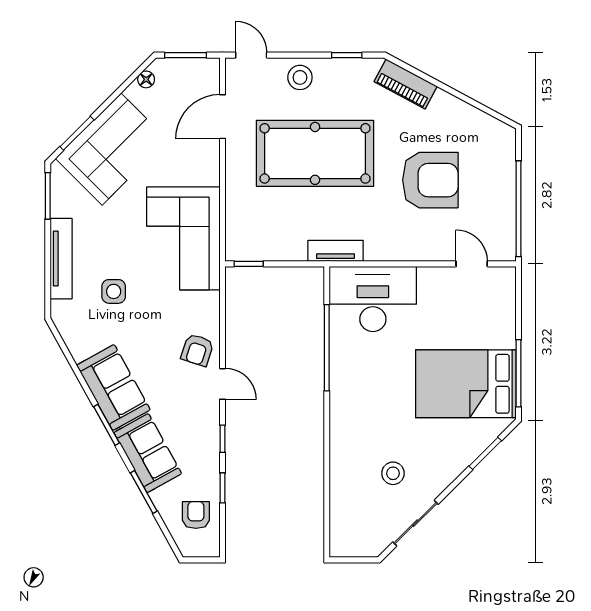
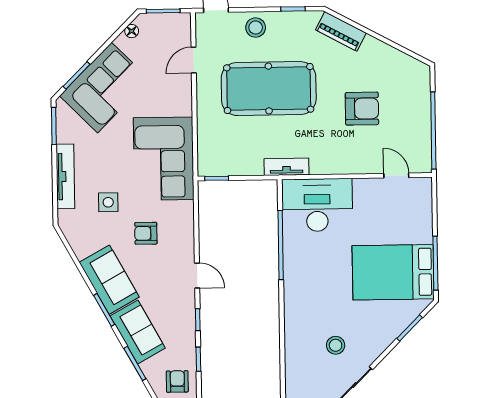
door: (222, 117) -> (194, 60), width x0.73
armchair: (430, 180) -> (362, 109), width x0.73, depth x0.73
armchair: (197, 350) -> (146, 233), moved, turned 72

